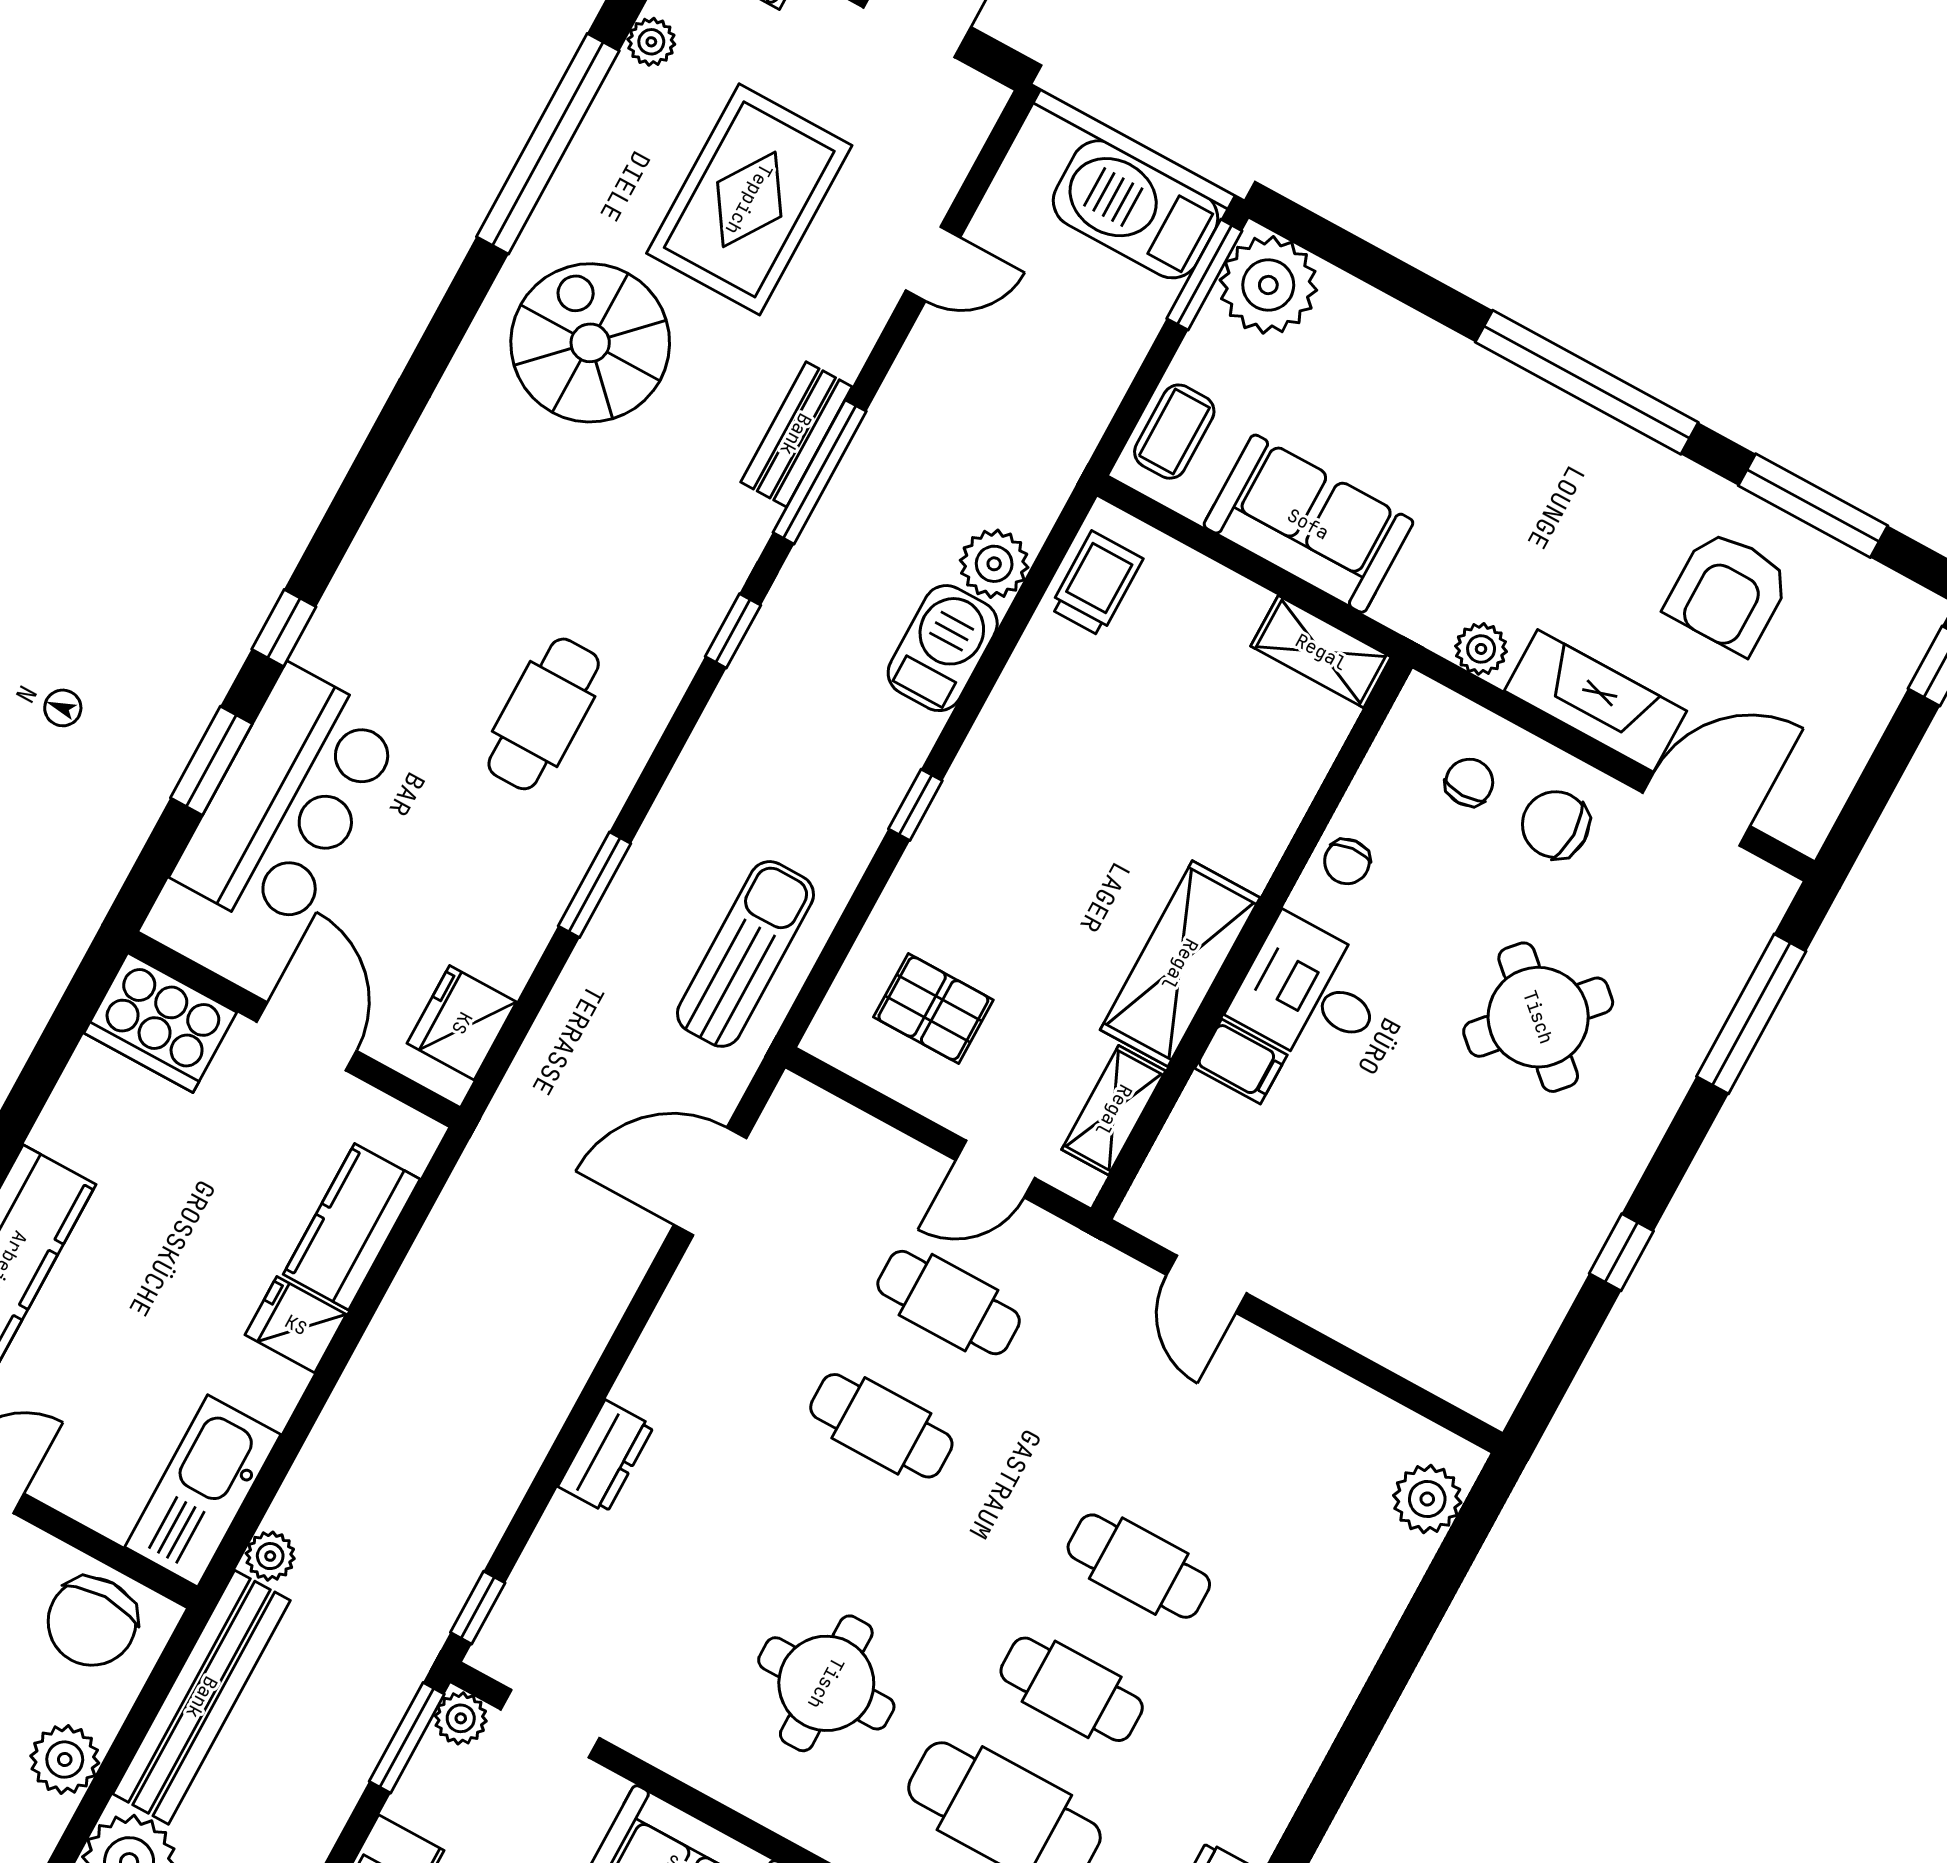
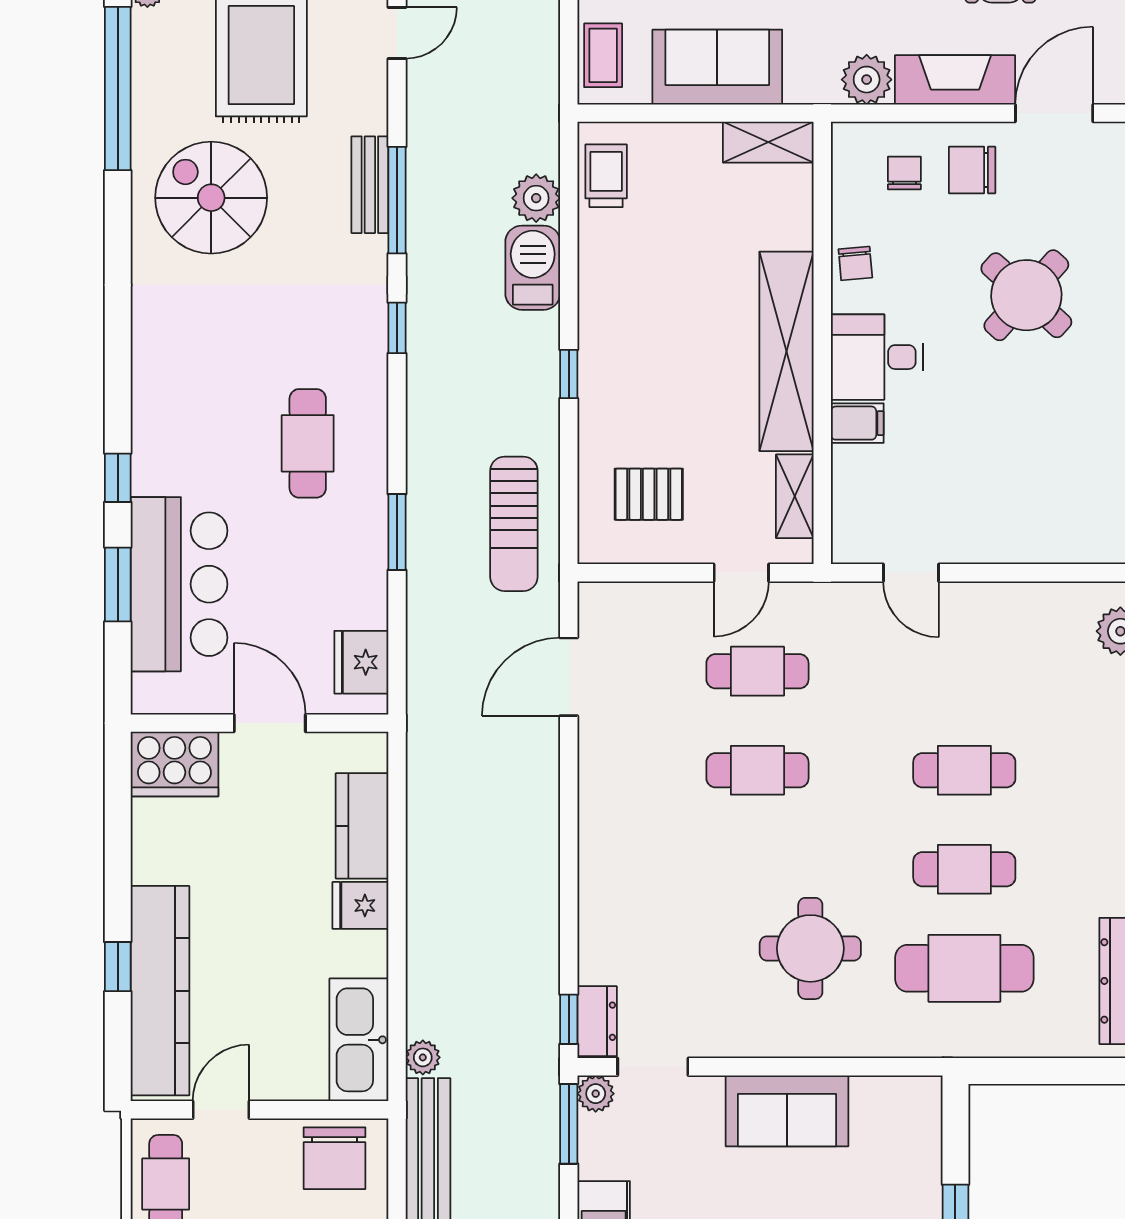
plant: (1481, 649) -> (867, 80), width x1.38, depth x1.38
sun lounger: (746, 954) -> (514, 524), turned 180
shelving: (1180, 964) -> (786, 351), width x1.47
dresser: (606, 1456) -> (597, 1021), moved

